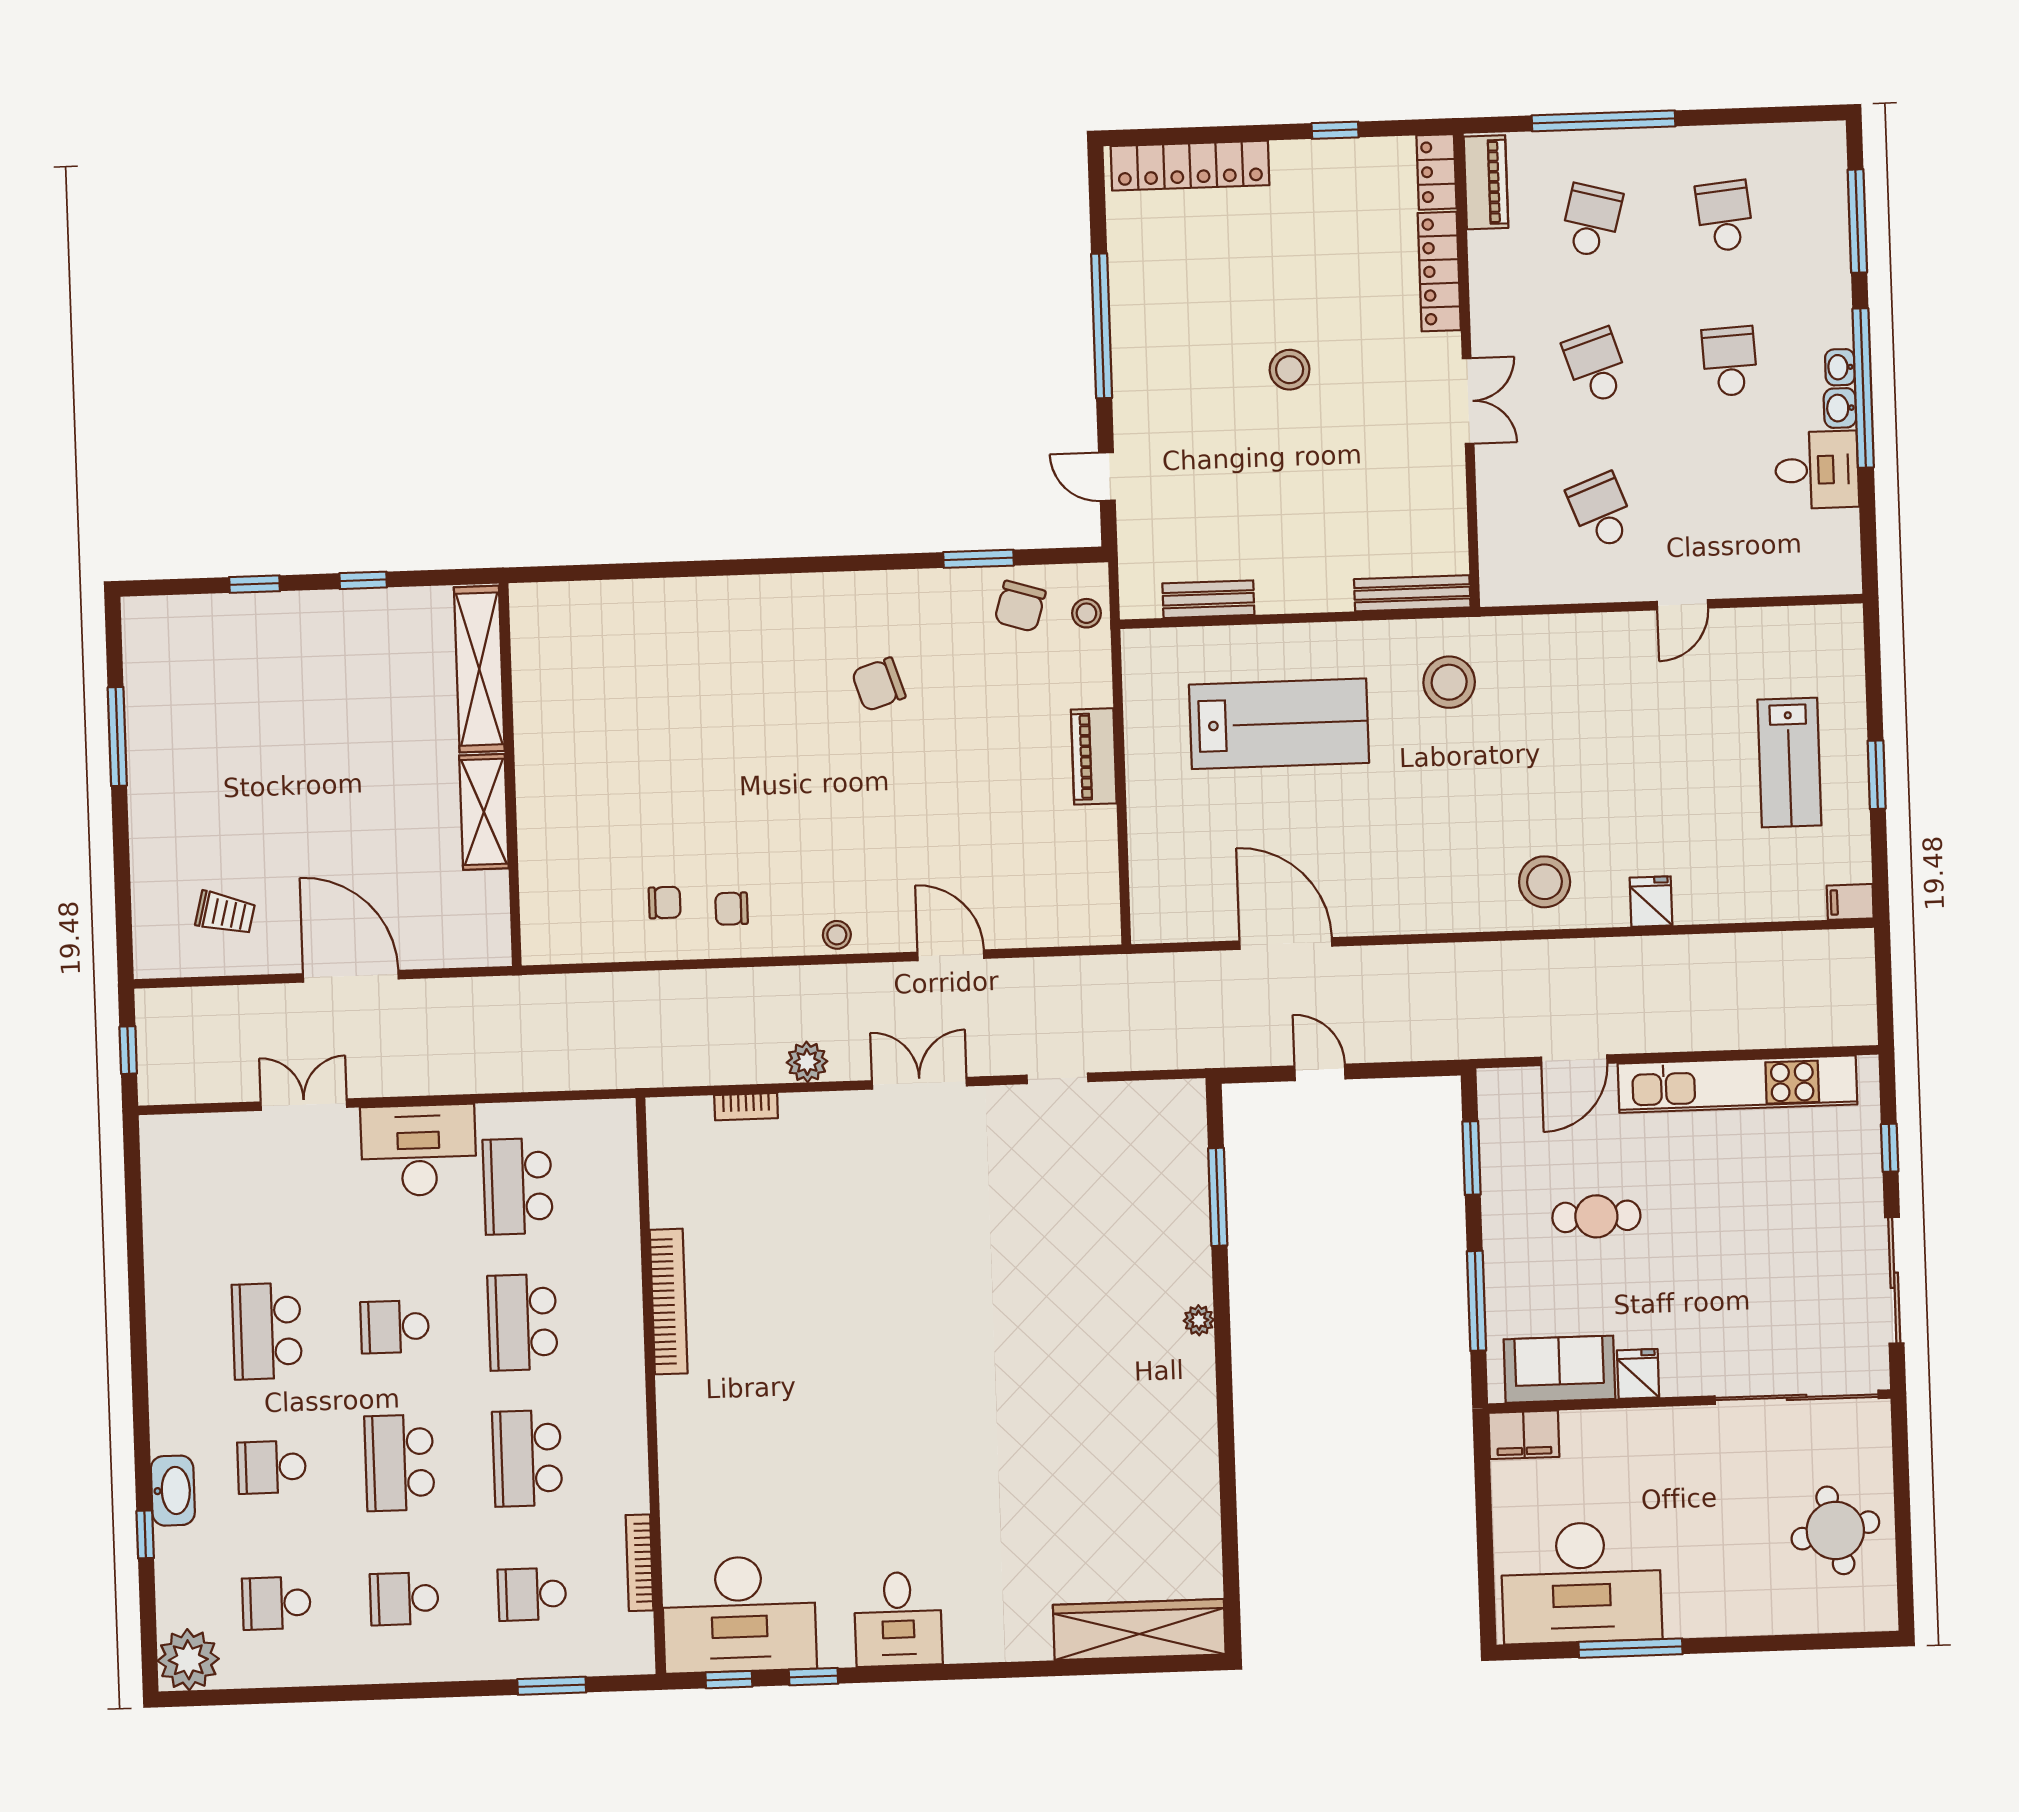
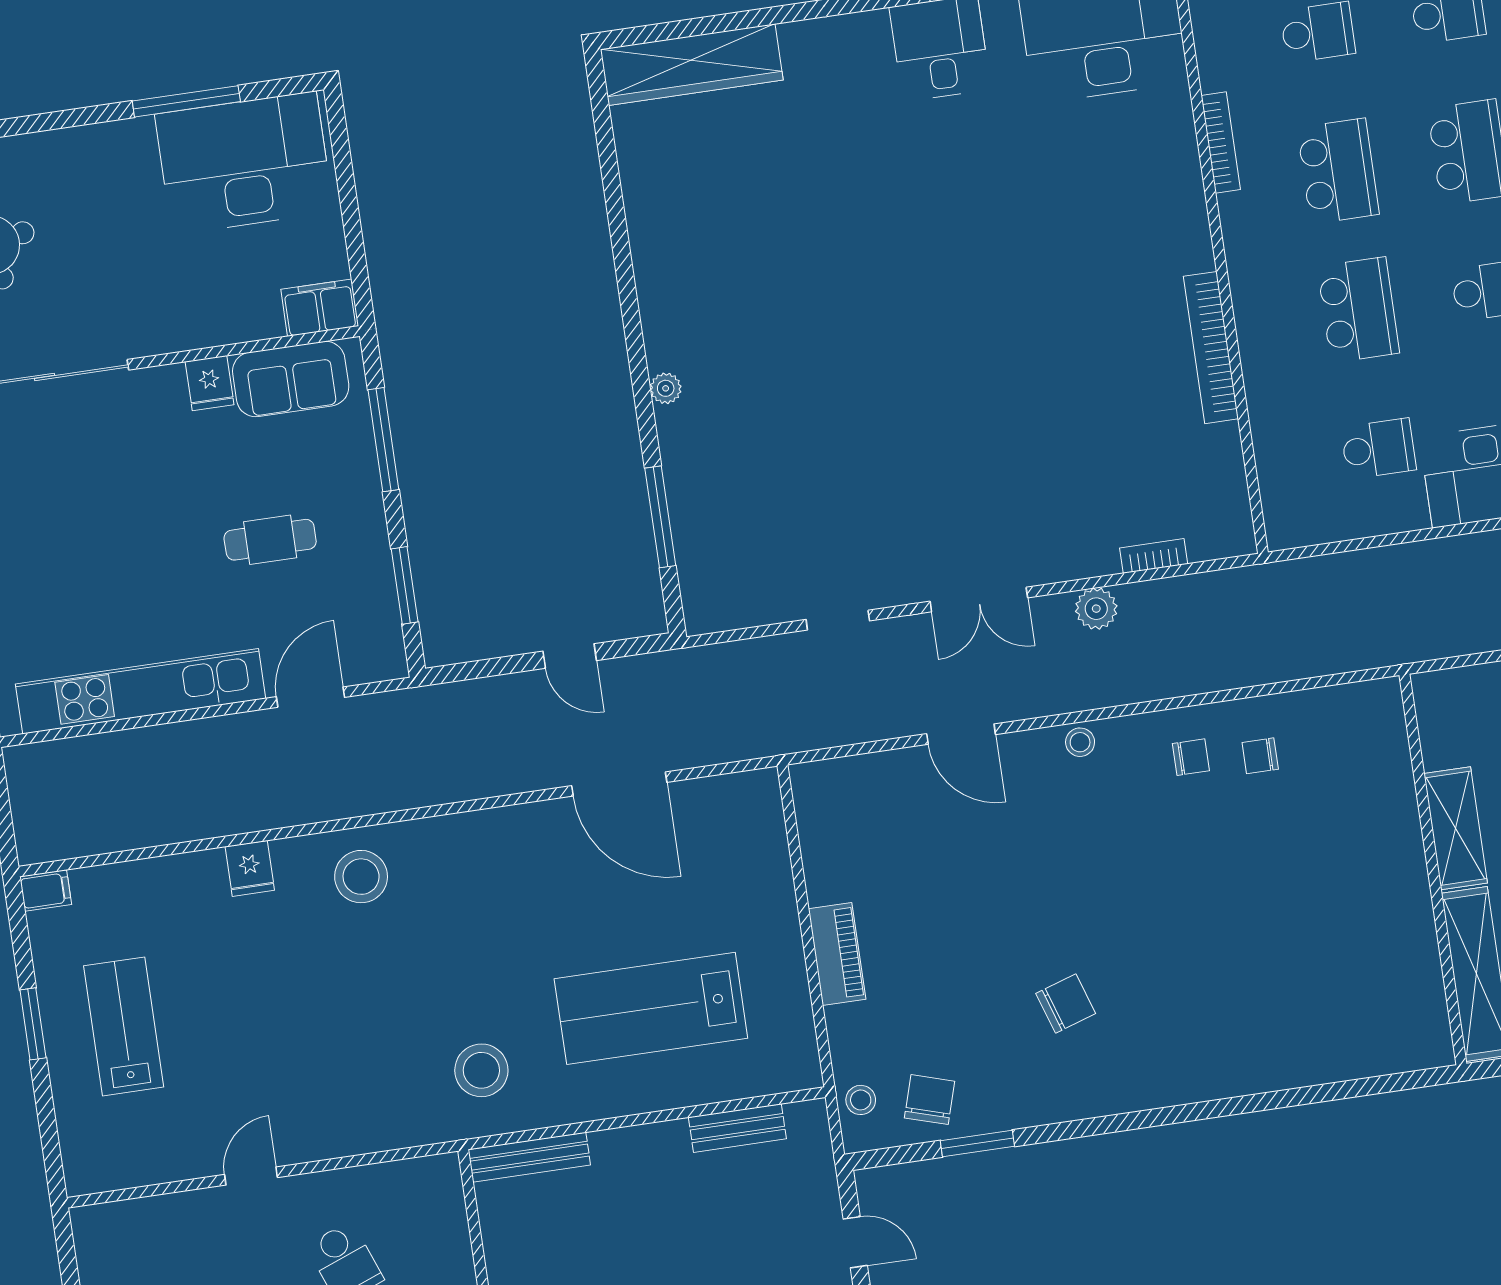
school desk: (518, 1186) -> (1378, 449), width x0.54
bookcase: (640, 1563) -> (1221, 142), moved

